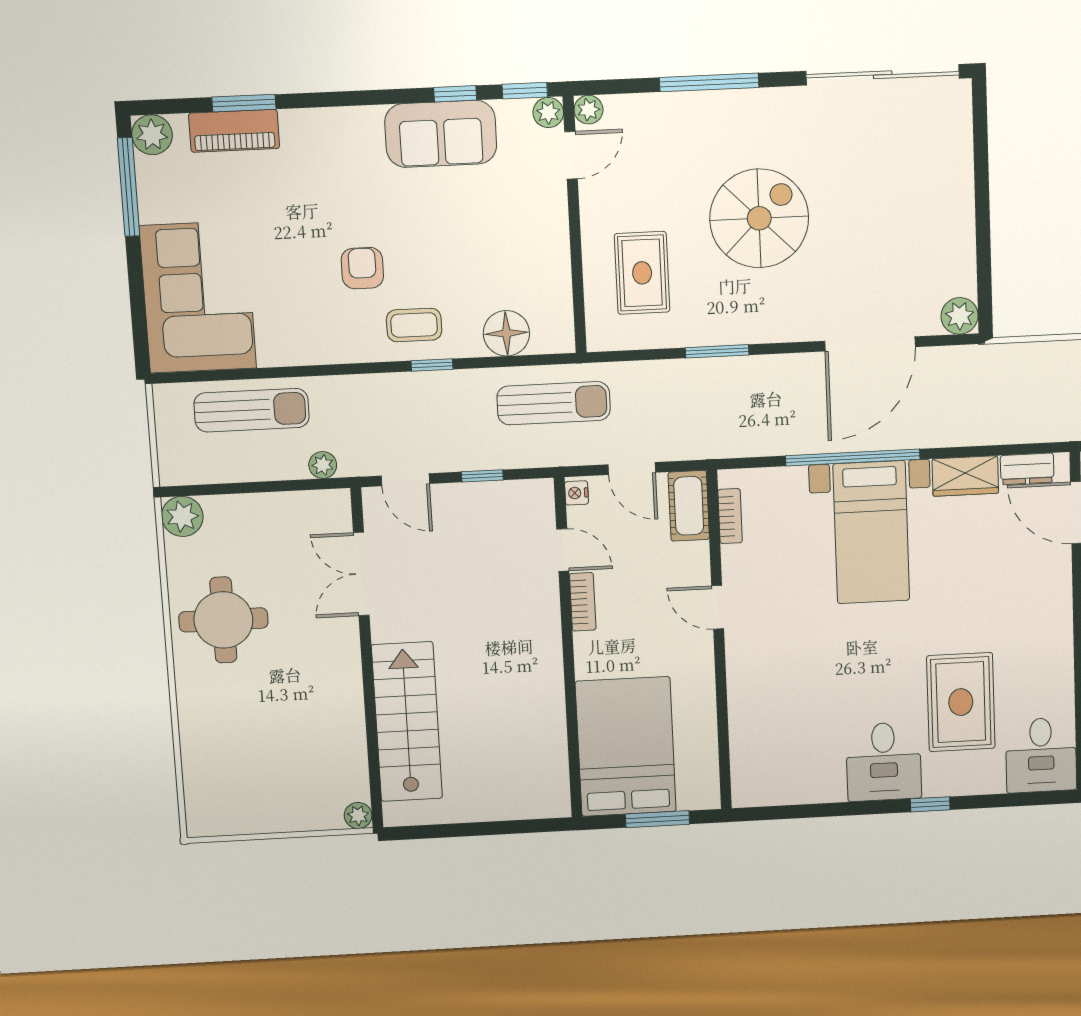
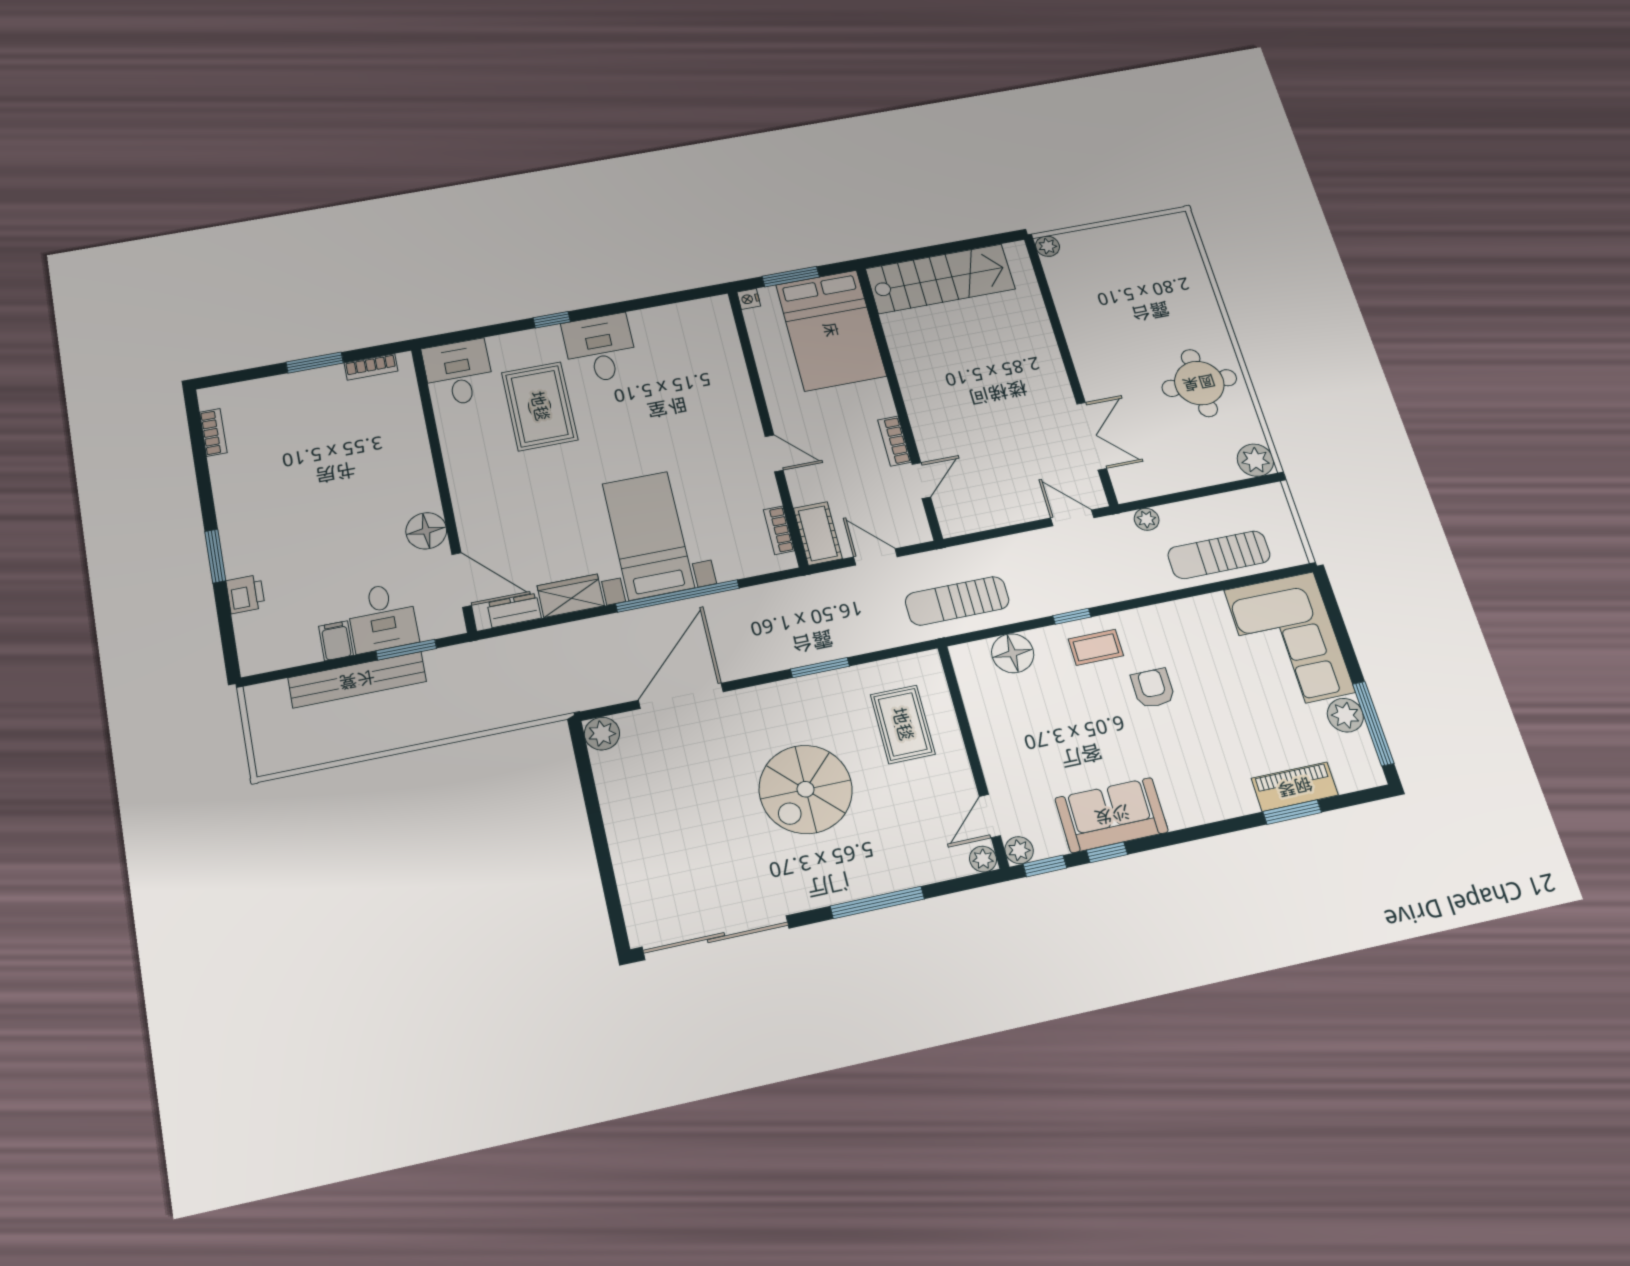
plant: (152, 135) -> (1345, 715), moved
armchair: (362, 268) -> (1153, 688), turned 180
window: (482, 476) -> (1006, 531), removed
nightstand: (577, 493) -> (749, 299), moved, turned 180
door: (563, 550) -> (921, 481), swing flipped
stairs: (407, 722) -> (940, 279), moved, turned -90

